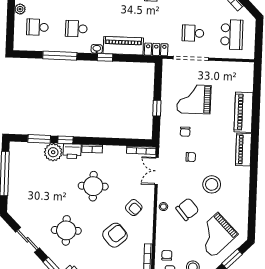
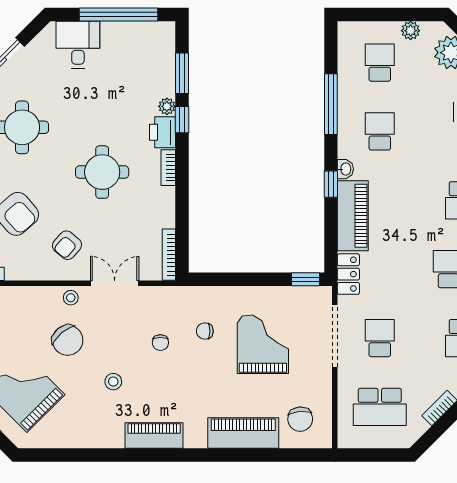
chair: (237, 80) -> (300, 419), added
window: (157, 108) -> (305, 279), moved
piano: (243, 150) -> (154, 435), moved
plant: (53, 152) -> (167, 106), width x0.53, depth x0.53
double door: (157, 171) -> (115, 283), moved
stool: (212, 184) -> (113, 382), width x0.53, depth x0.53
desk: (21, 197) -> (78, 45), added

